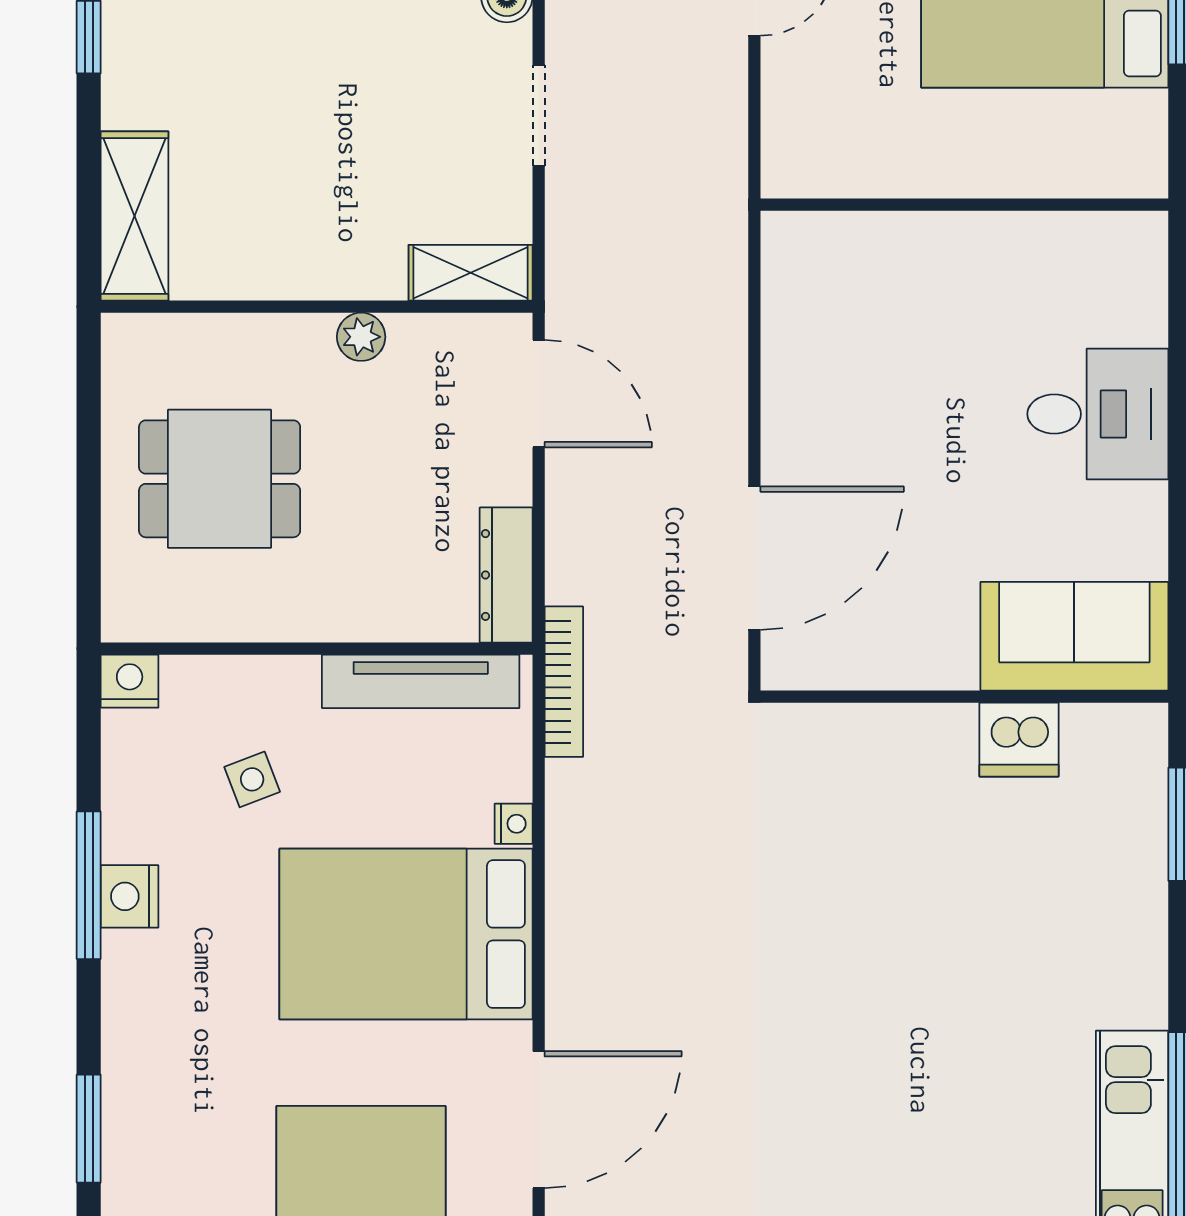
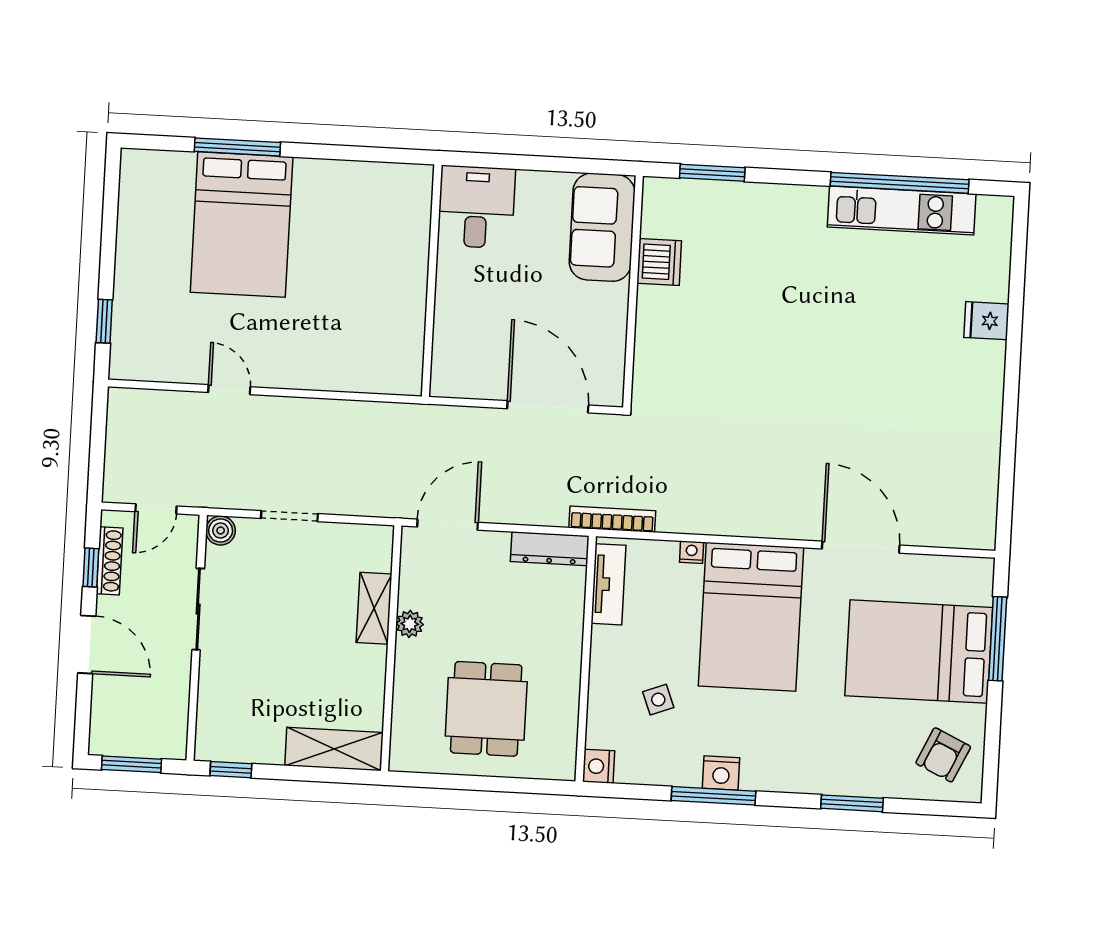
wall: (964, 205) -> (432, 281), moved
shelving: (471, 273) -> (374, 608), moved
tv unit: (421, 681) -> (609, 584), width x0.71

